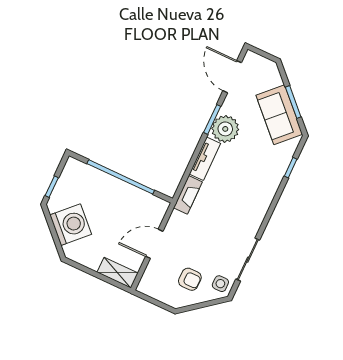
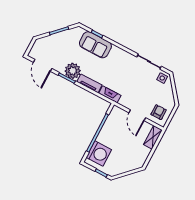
door: (232, 77) -> (43, 65), hinge flipped
sofa: (279, 115) -> (95, 45), moved, turned 45
washing machine: (71, 225) -> (99, 154), moved, turned 135
armchair: (190, 279) -> (159, 112), moved

